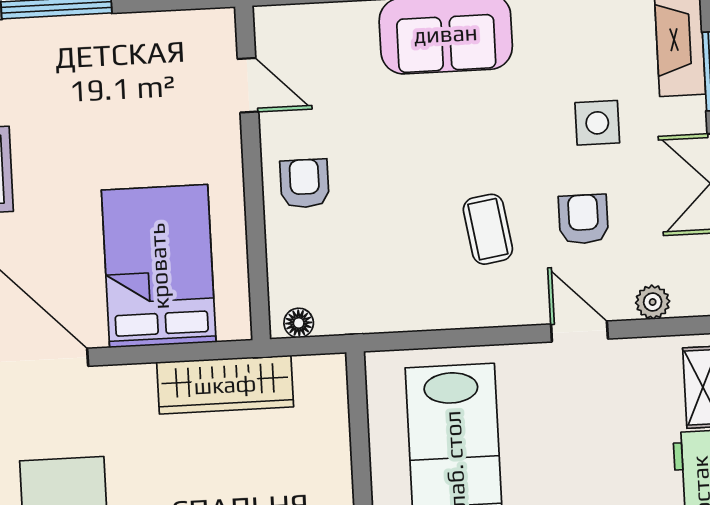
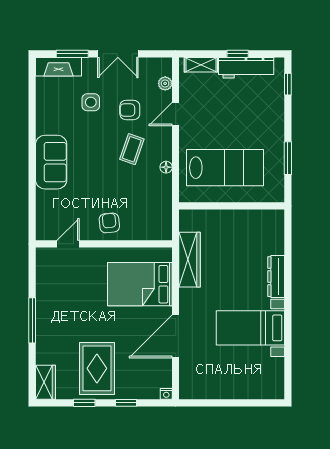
armchair: (305, 184) -> (109, 223), turned 84
coffee table: (488, 229) -> (132, 149), turned -62
floor lamp: (299, 323) -> (166, 167), moved

